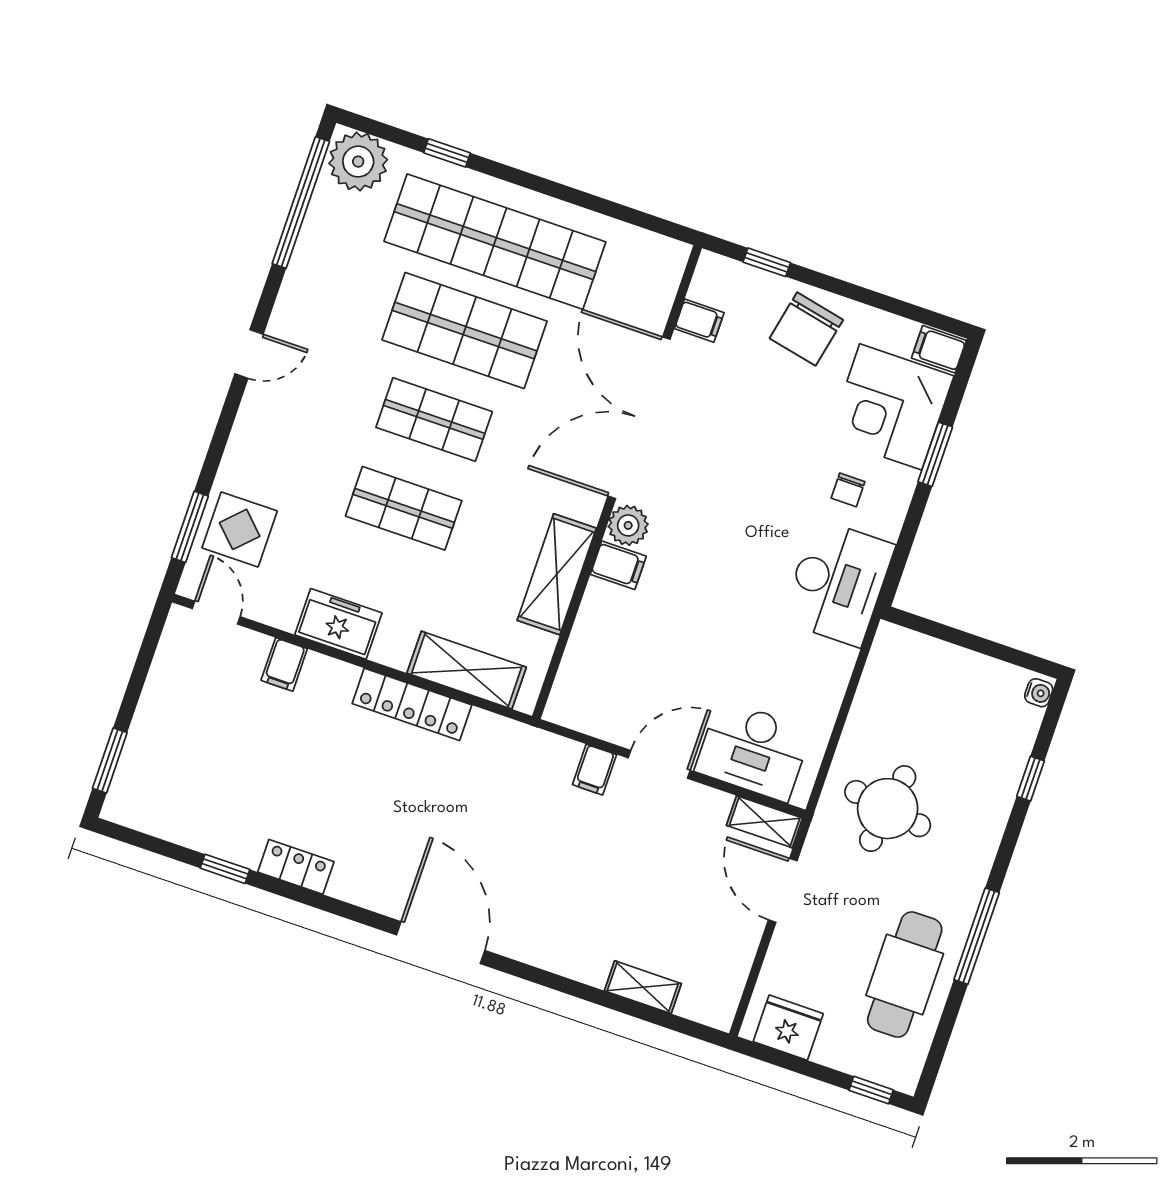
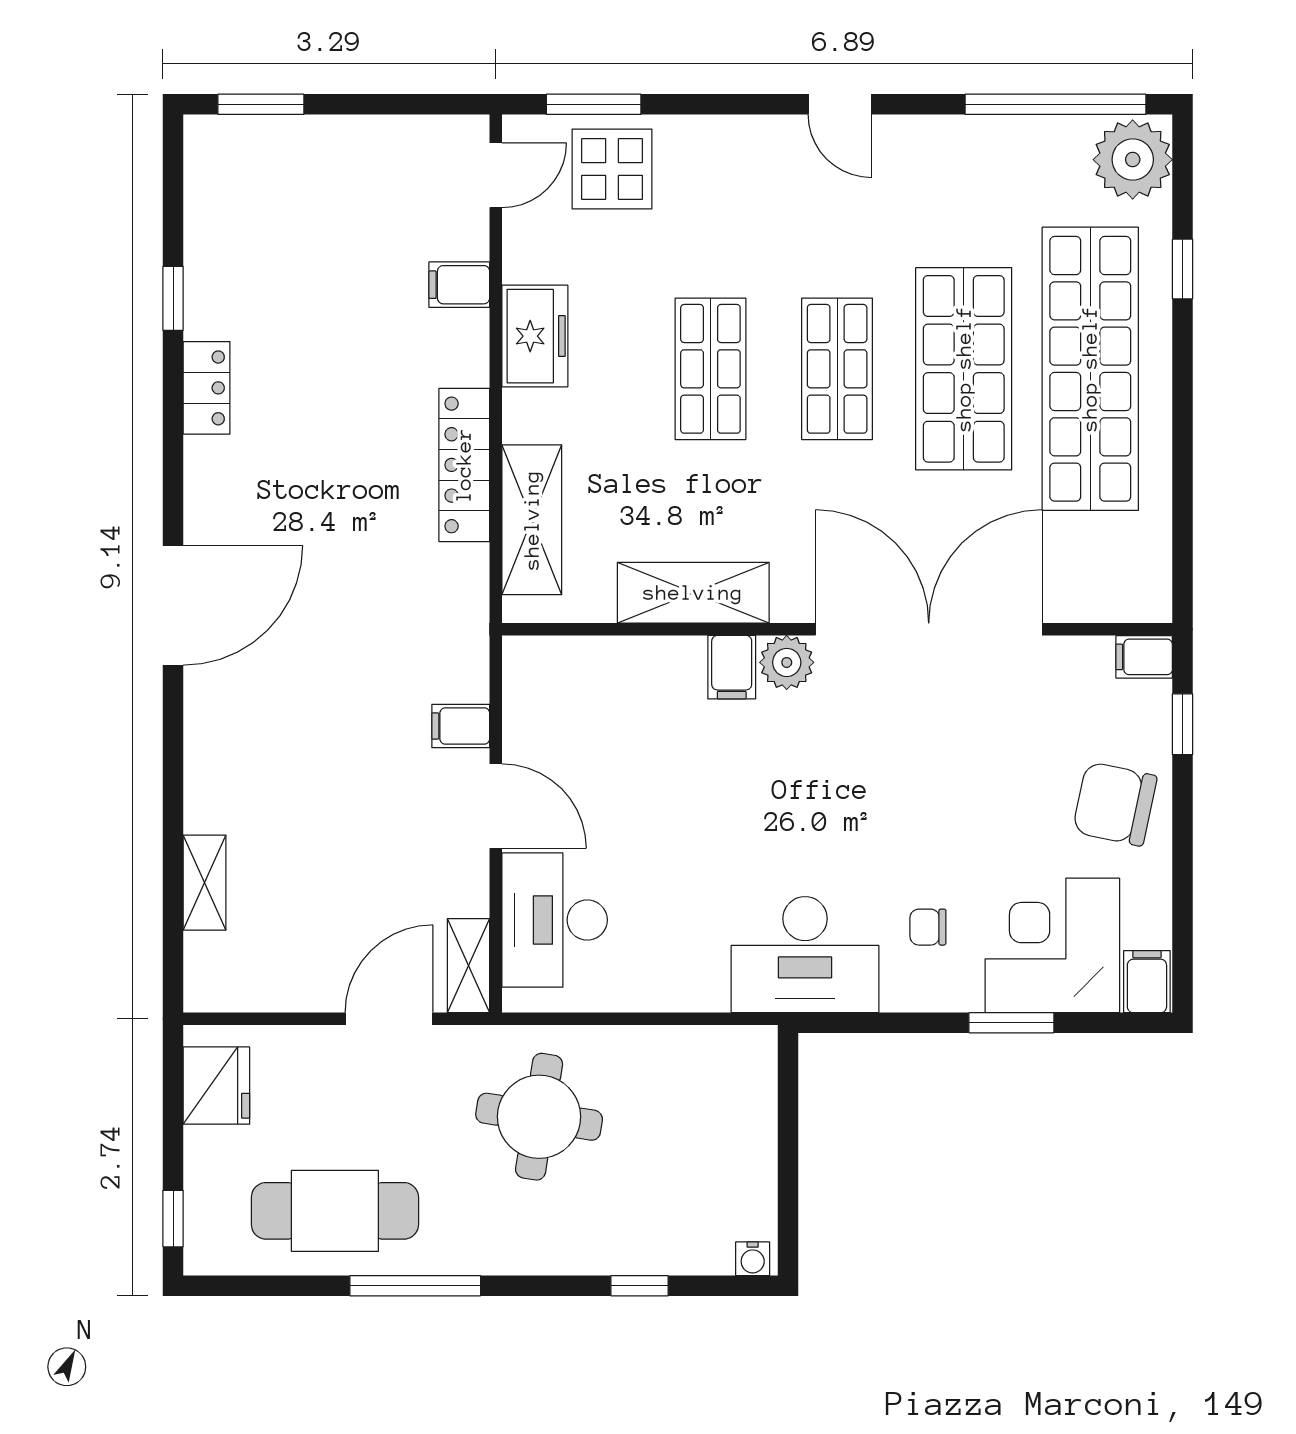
filing cabinet: (699, 321) -> (1144, 657), moved, turned 90

